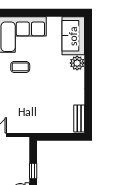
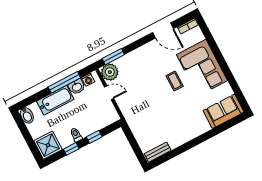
plant: (77, 63) -> (203, 126), removed

